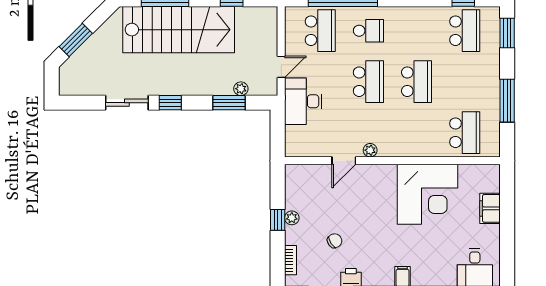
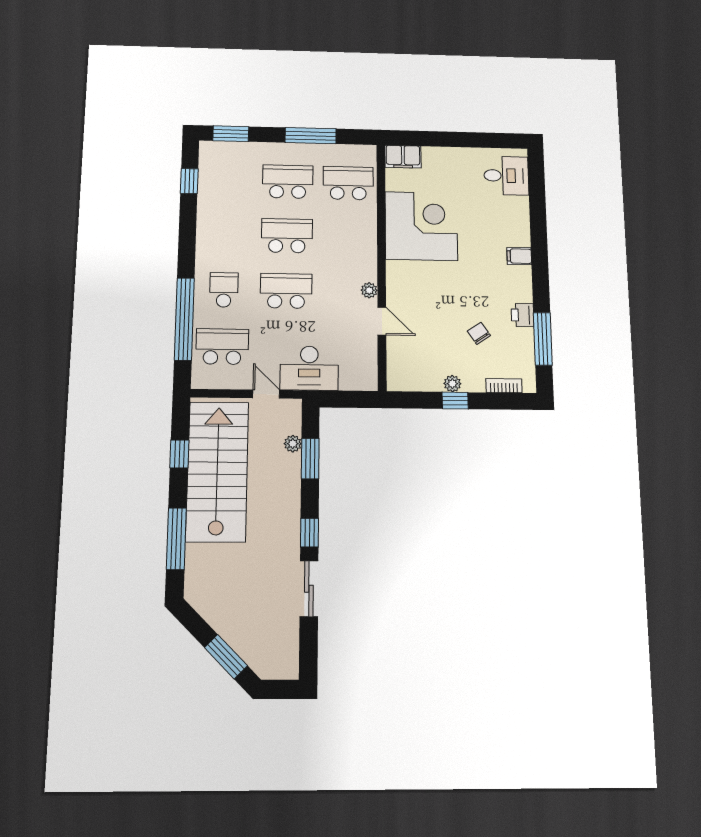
stairs: (179, 30) -> (217, 471), moved
school desk: (465, 31) -> (288, 182), moved
filing cabinet: (490, 208) -> (403, 157), moved

